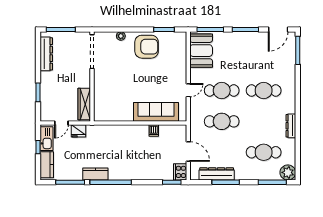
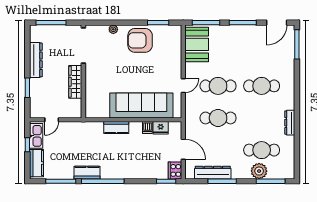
armchair: (147, 47) -> (140, 40), turned 180
dresser: (46, 54) -> (36, 60), moved
wardrobe: (84, 104) -> (75, 82), moved
sofa: (156, 112) -> (141, 106), width x1.36, depth x1.27
fridge: (79, 131) -> (161, 128), moved
kitchen counter: (124, 131) -> (116, 128), added
plant: (288, 172) -> (259, 171), moved

